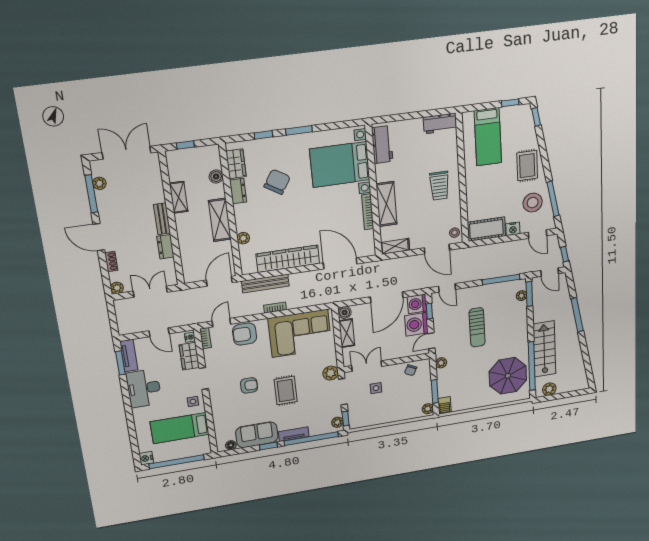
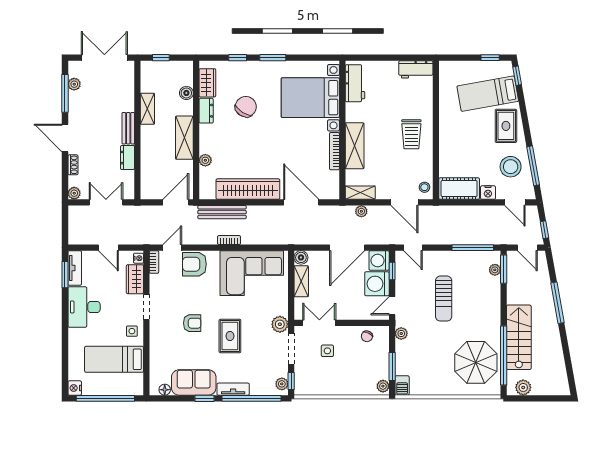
bed: (488, 137) -> (488, 94), moved, turned 80
plant: (397, 263) -> (361, 211), added

